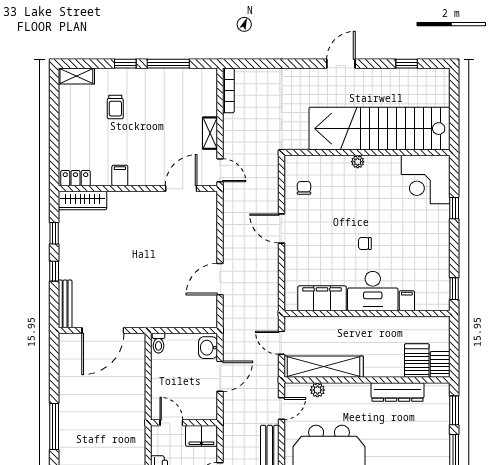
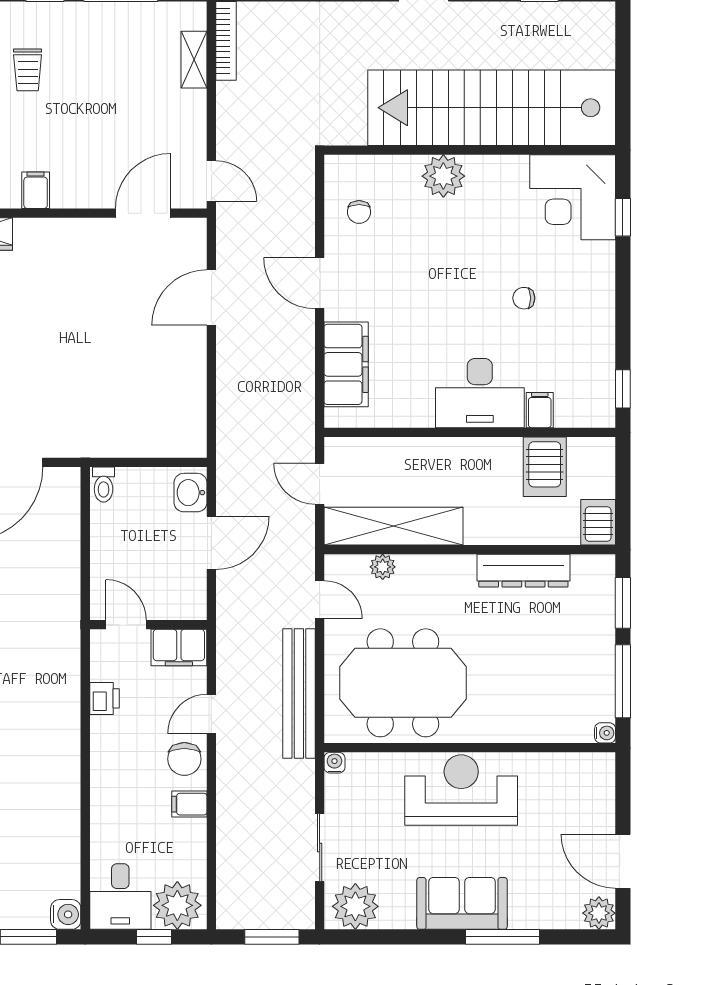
shelving: (210, 133) -> (194, 60), moved
plant: (358, 162) -> (443, 176), width x1.88, depth x1.88
chair: (304, 188) -> (359, 212), turned 180
window: (454, 208) -> (623, 217), moved
chair: (365, 244) -> (524, 298), moved
door: (220, 279) -> (211, 298), moved
filing cabinet: (322, 298) -> (346, 364), moved, turned 90
server rack: (417, 361) -> (545, 467), moved, turned 180
door: (281, 409) -> (320, 600), hinge flipped

